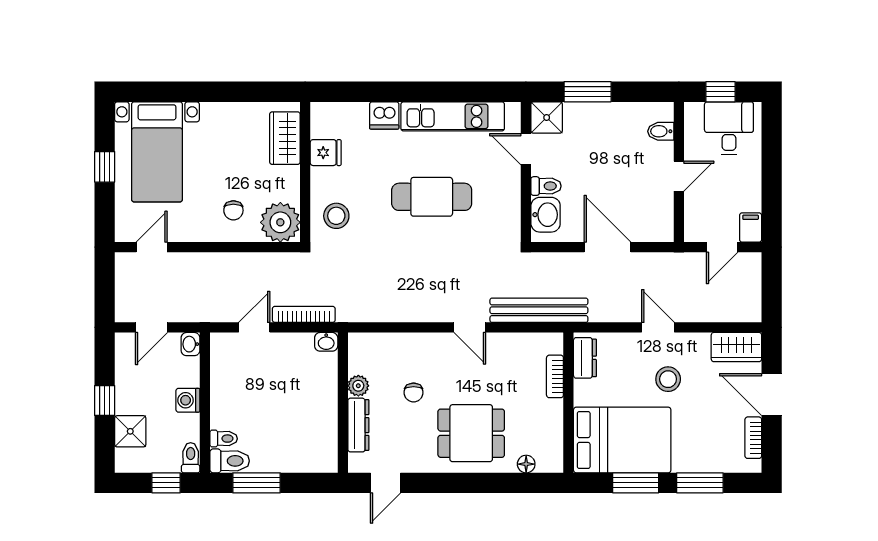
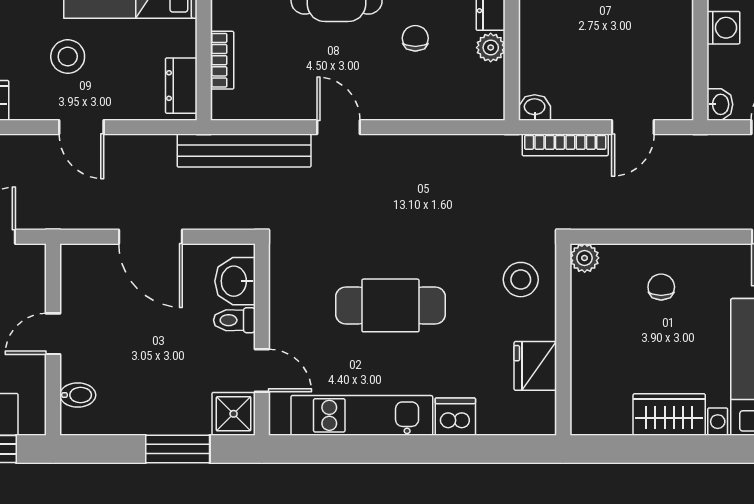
wardrobe: (285, 138) -> (669, 414), moved, turned -90
fridge: (326, 153) -> (535, 366), width x1.38
plant: (280, 222) -> (585, 258), width x0.53, depth x0.53

